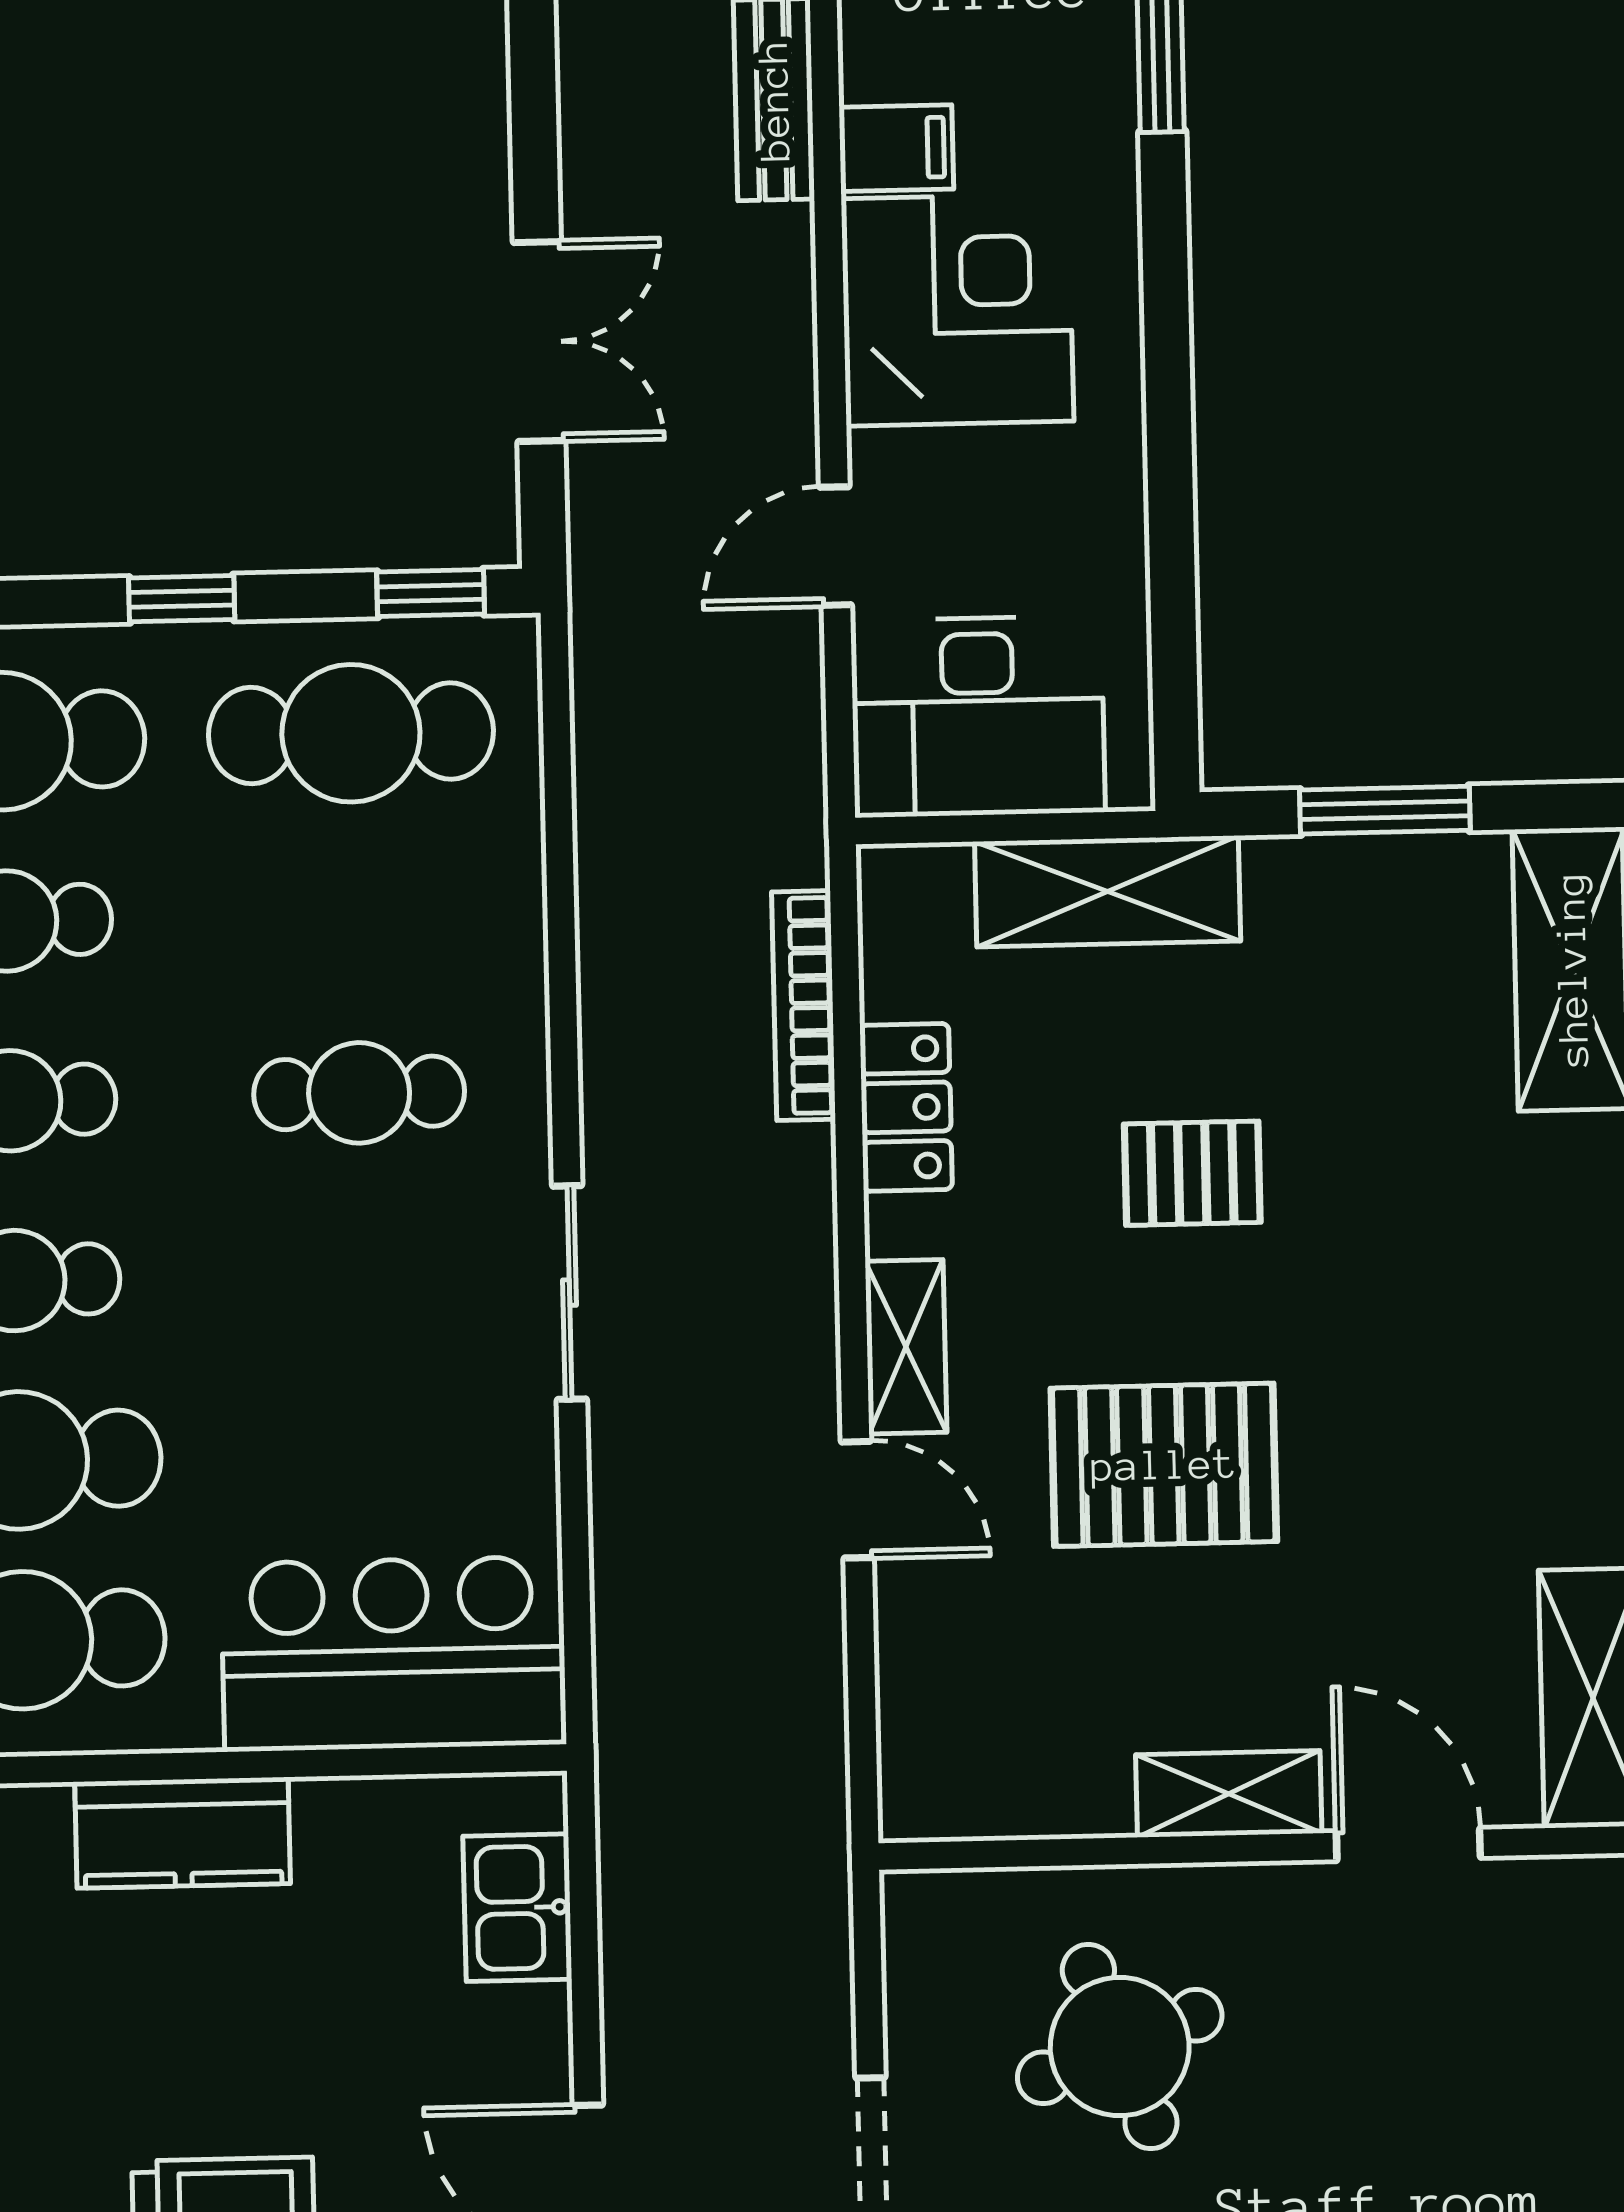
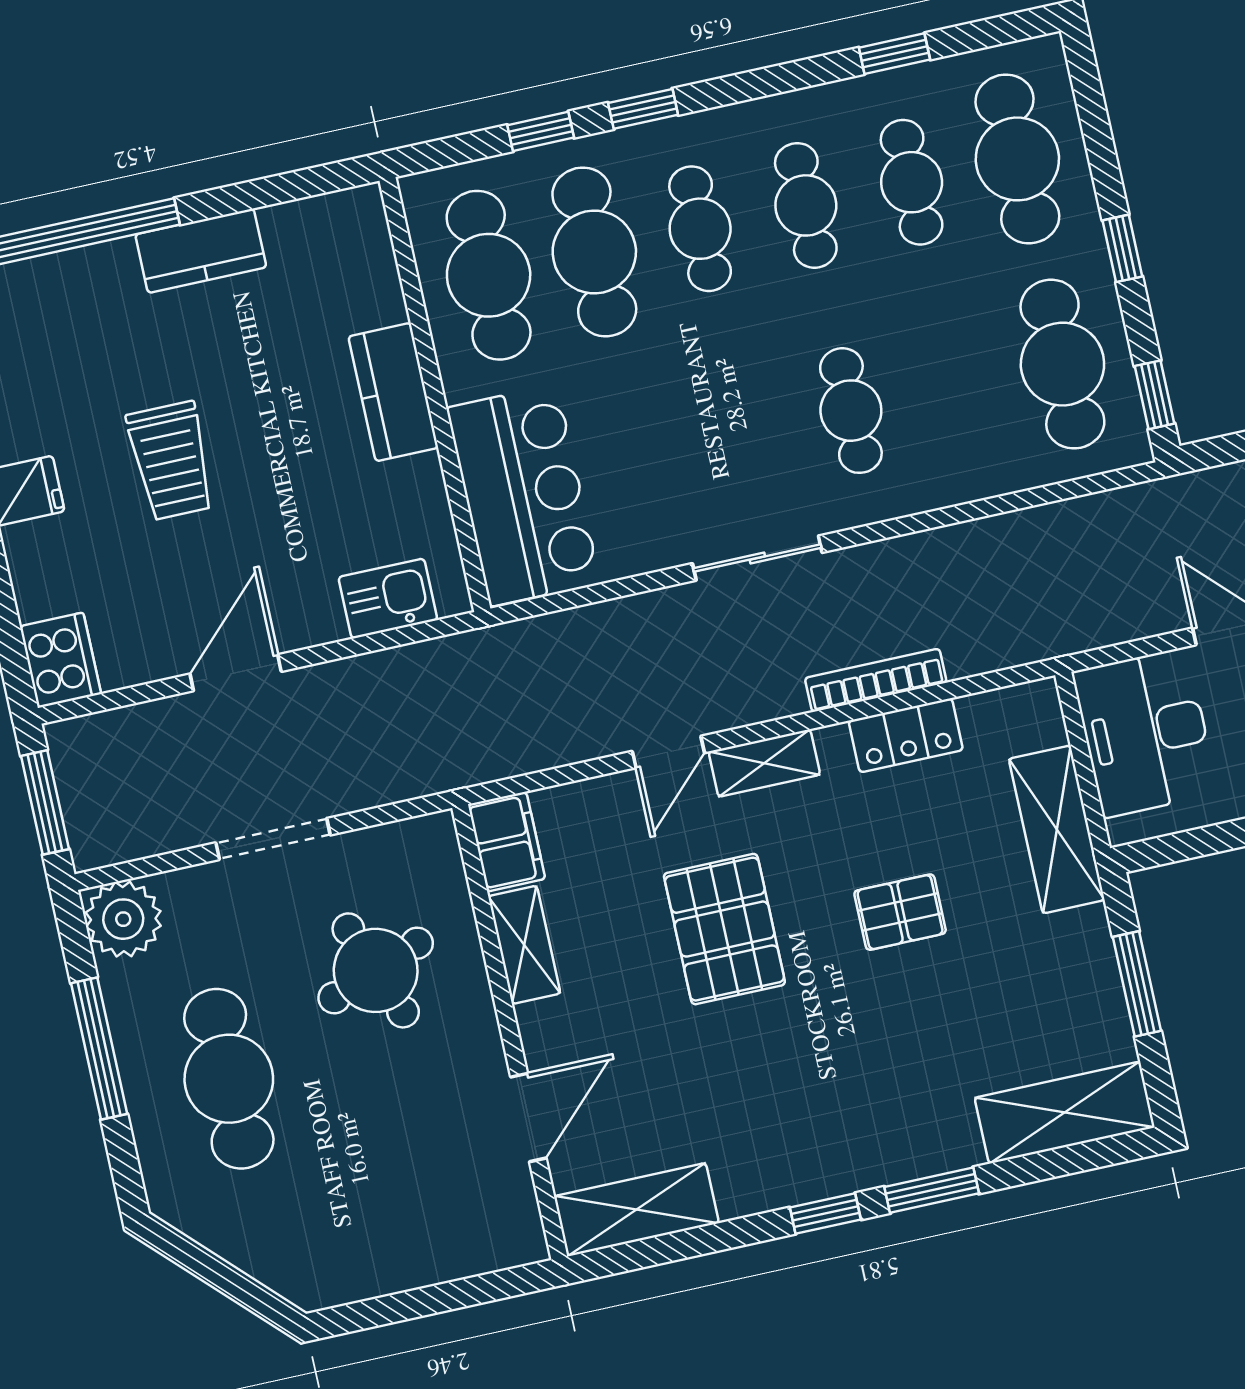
bookcase: (803, 1006) -> (876, 680), moved
pallet: (1192, 1173) -> (900, 912), turned 90
filing cabinet: (952, 1792) -> (507, 842), added
shelving: (1229, 1794) -> (524, 945), moved

